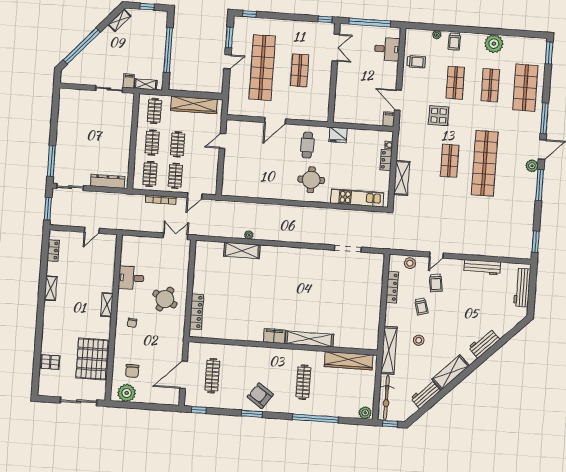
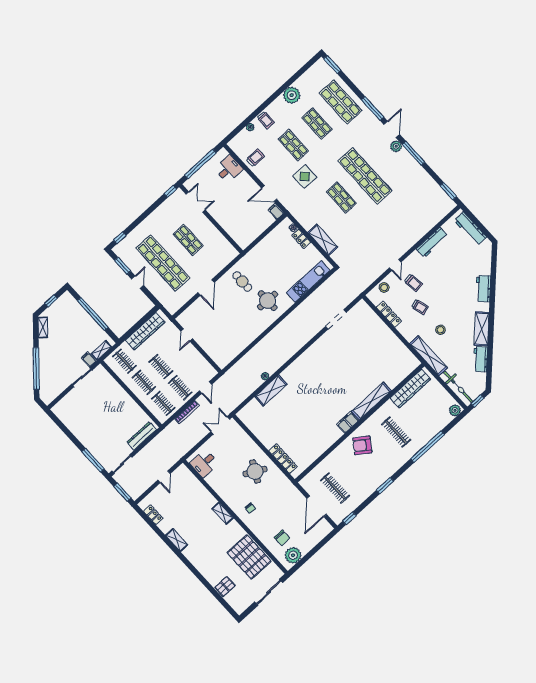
fridge: (338, 135) -> (255, 255), removed
desk: (131, 278) -> (204, 463), moved
armchair: (260, 396) -> (362, 445), moved

